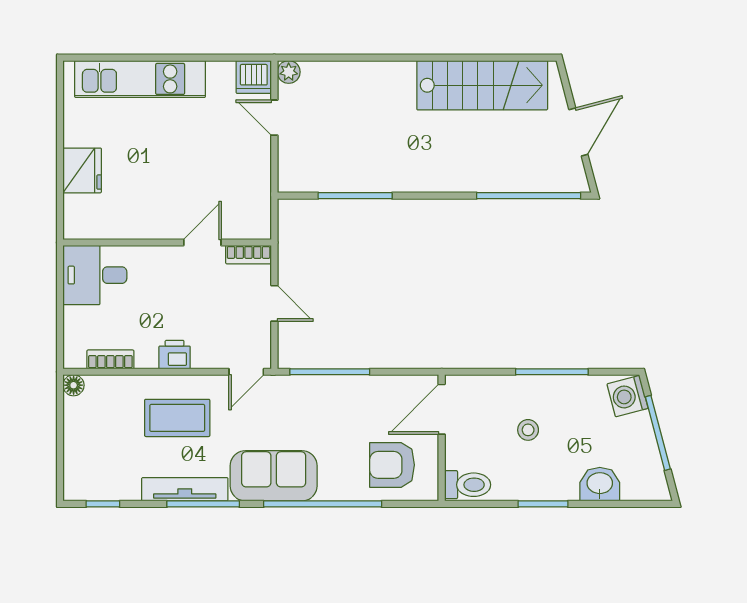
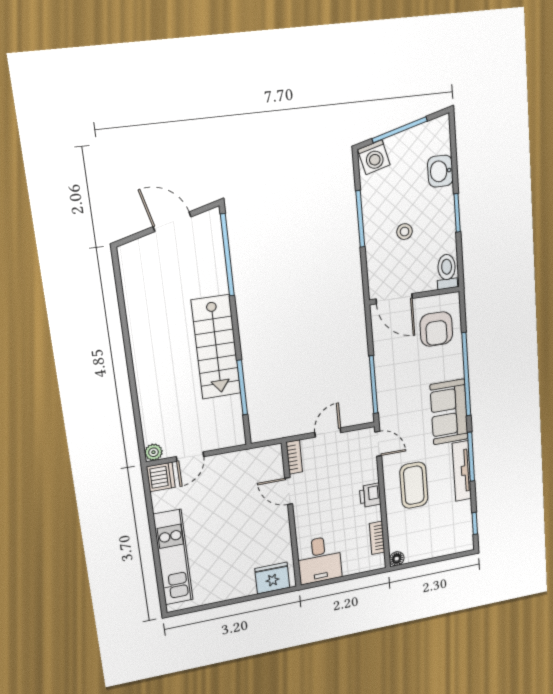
stairs: (482, 85) -> (216, 347), moved, turned 180
fridge: (82, 170) -> (272, 578), moved

